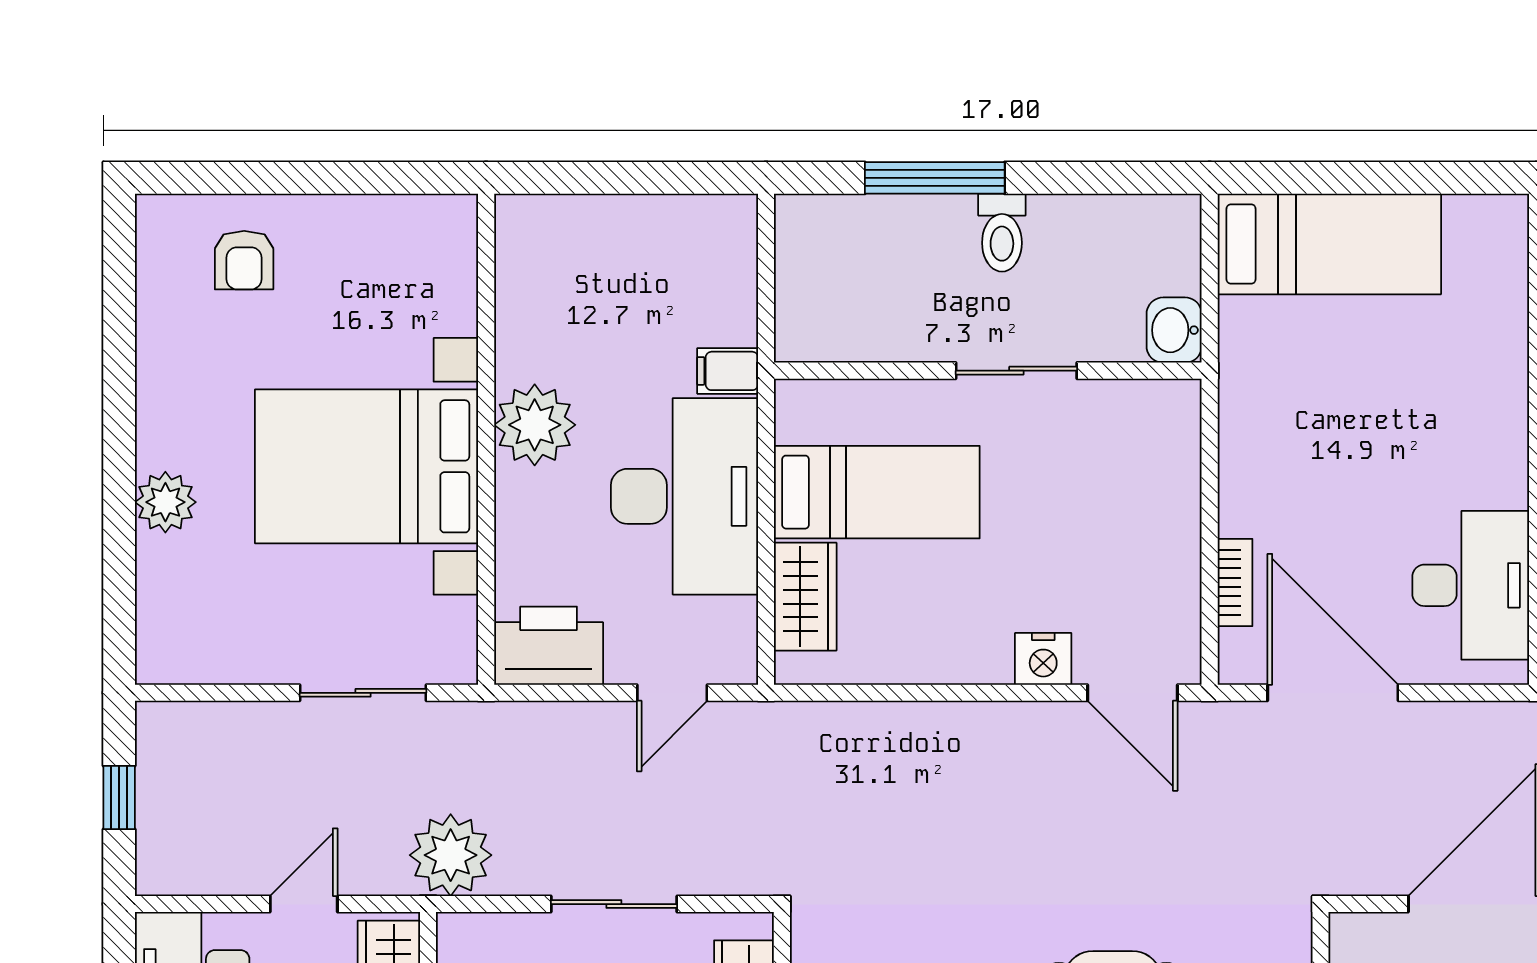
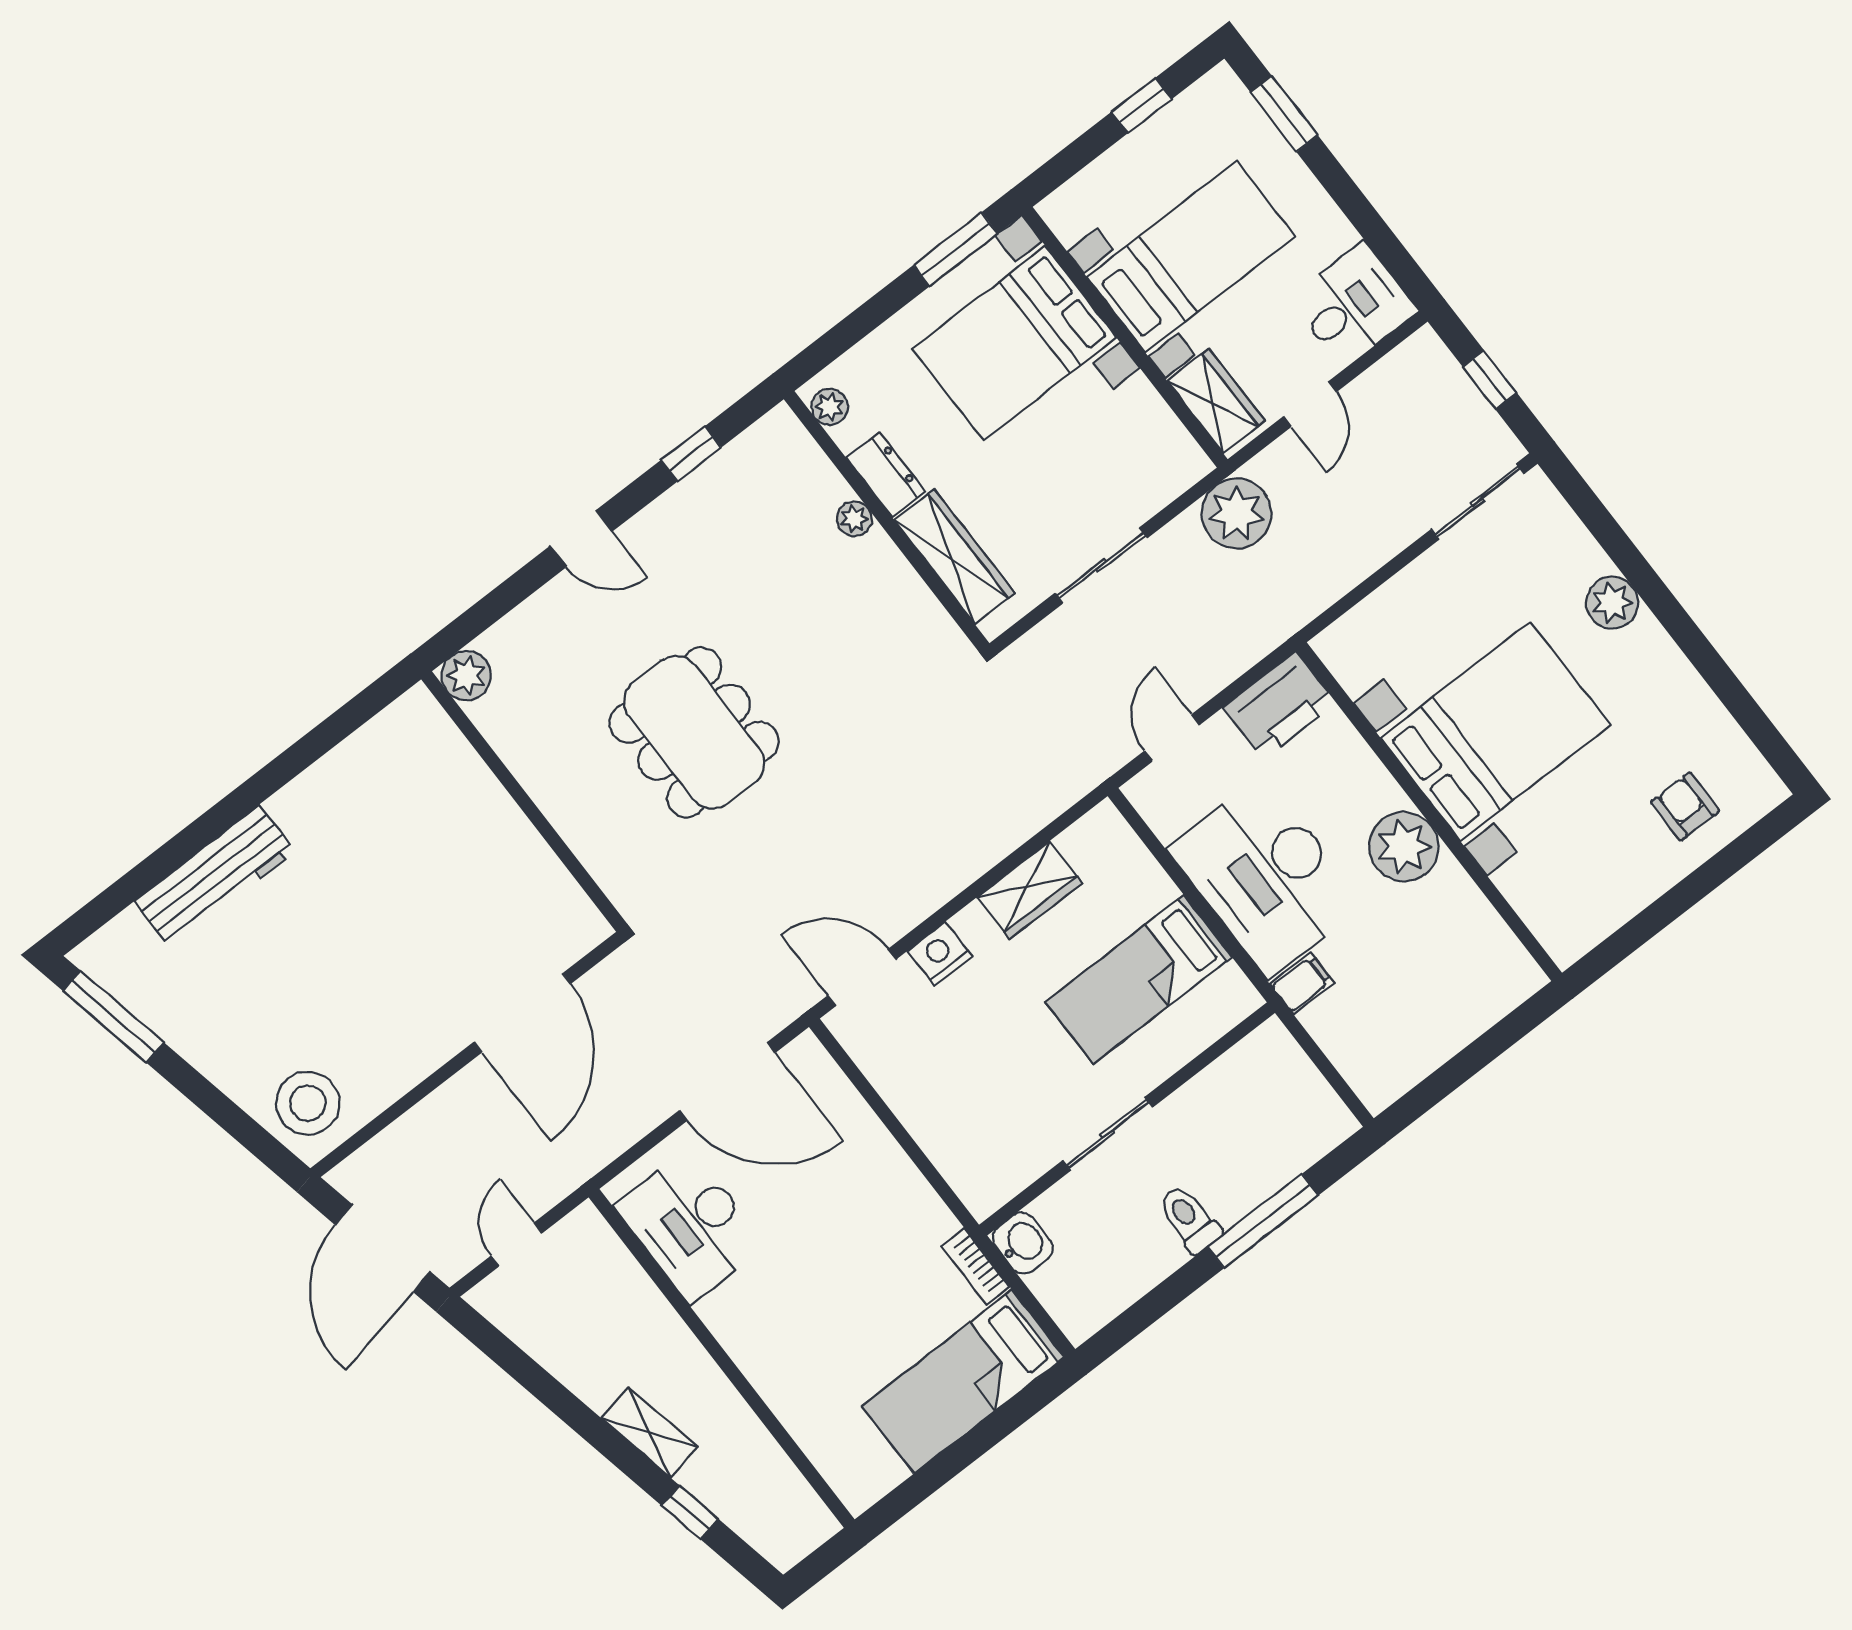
bookcase: (1235, 582) -> (975, 1267), moved
wardrobe: (805, 597) -> (1030, 890), moved, turned -90
sliding door: (363, 693) -> (1478, 502), moved

